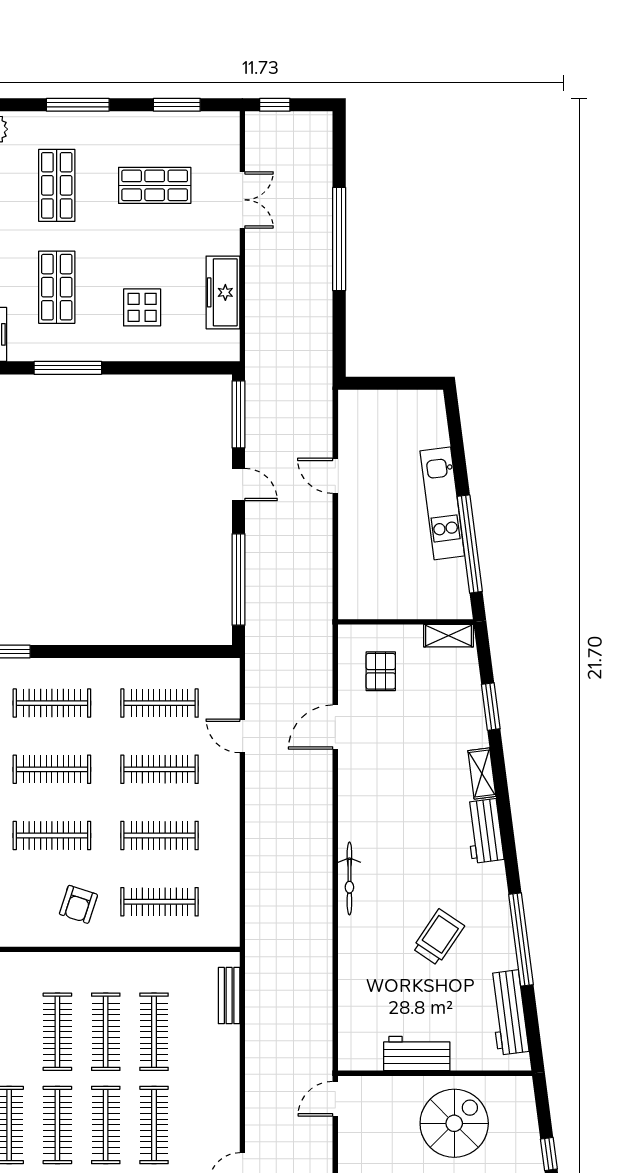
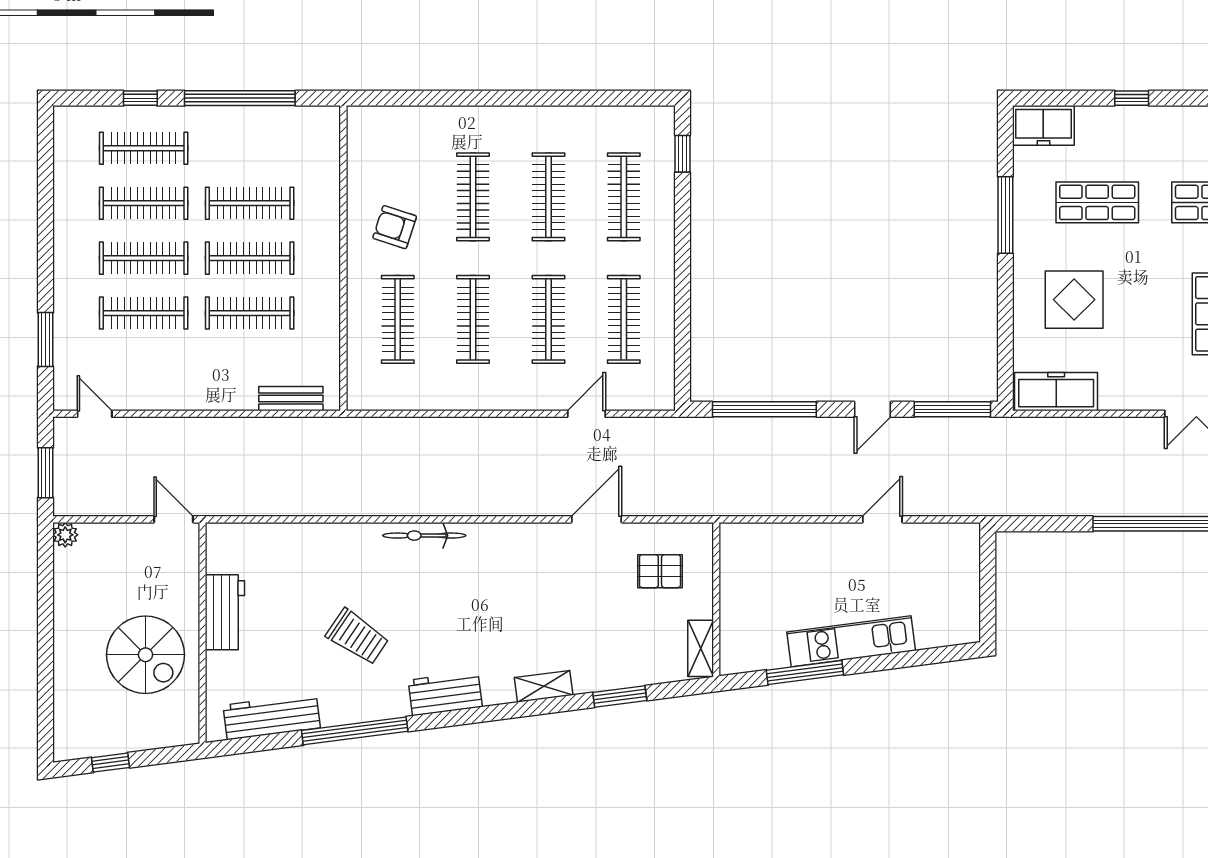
freezer: (223, 292) -> (1056, 392), moved
display table: (142, 307) -> (1074, 300), width x1.36, depth x1.36
window: (470, 544) -> (805, 672), width x0.68
door: (335, 727) -> (596, 519), hinge flipped
workbench: (484, 831) -> (445, 693), moved

